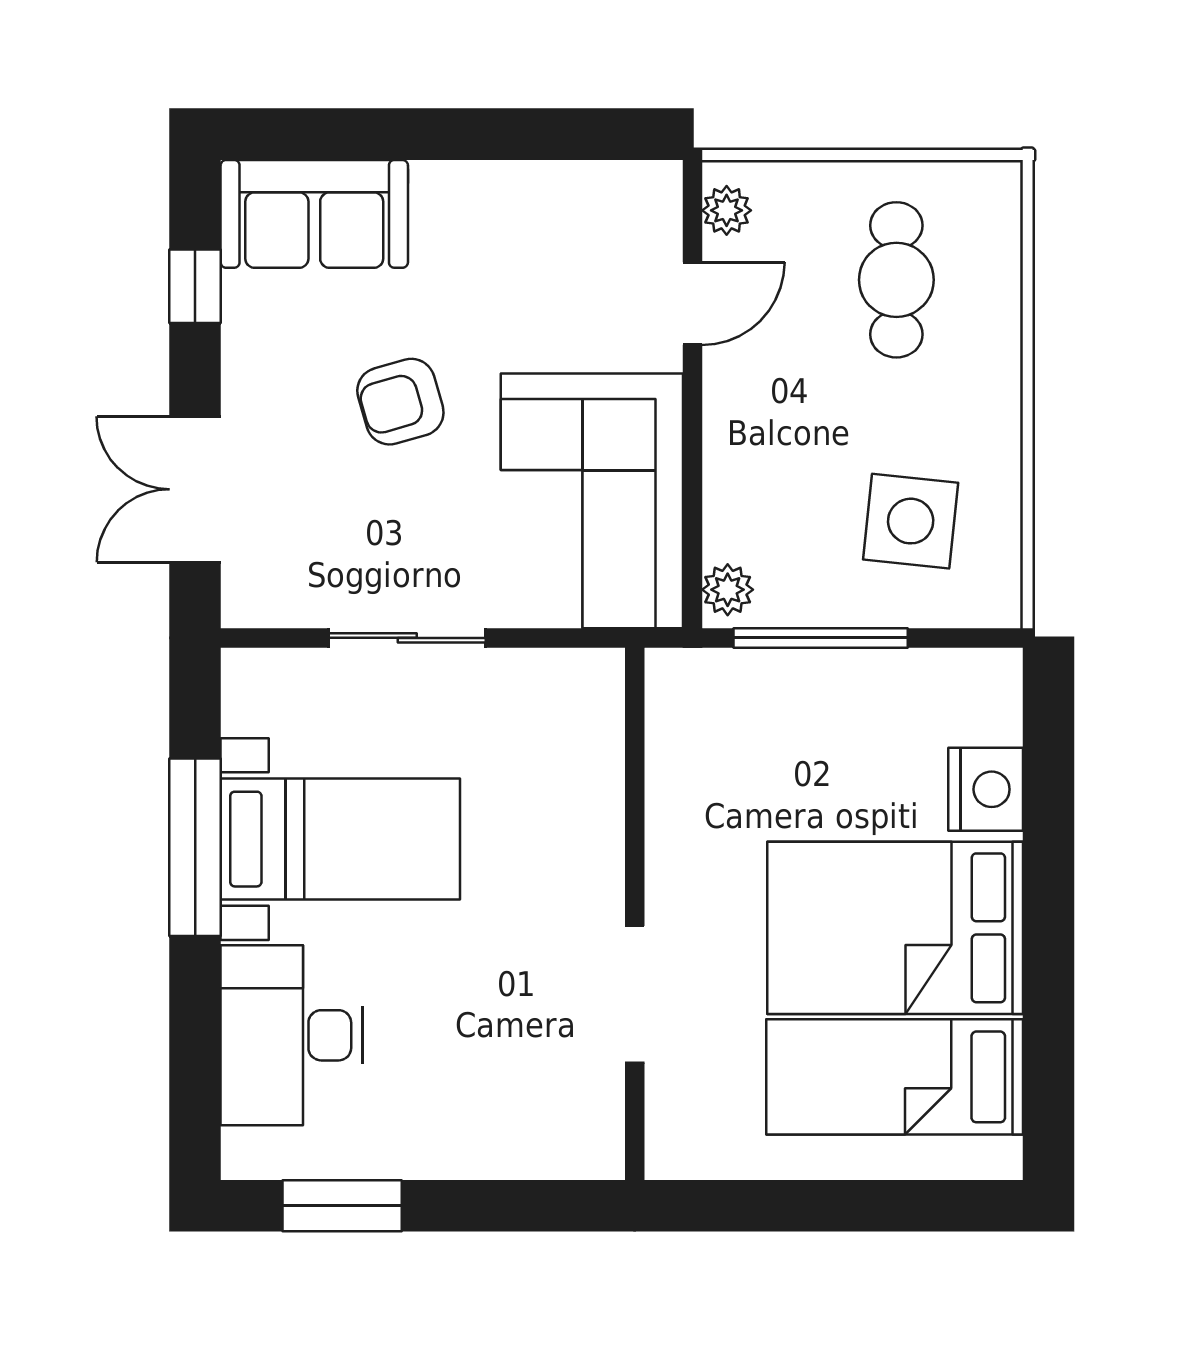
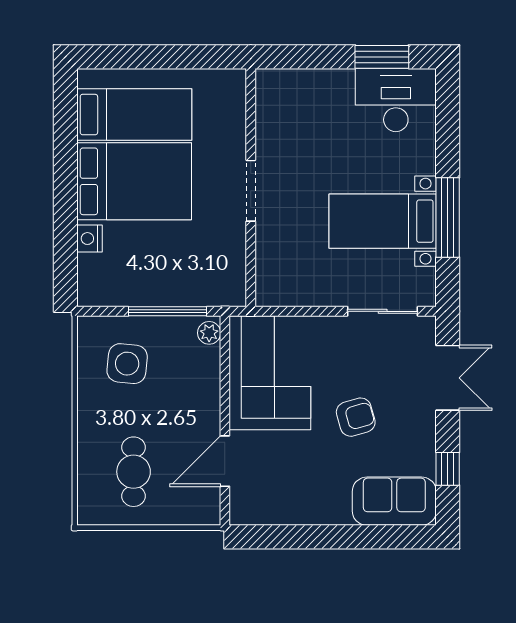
plant: (727, 210) -> (210, 503), removed
door: (692, 304) -> (225, 461), width x1.38
sliding door: (407, 638) -> (383, 311), moved
nightstand: (986, 789) -> (89, 239), width x0.74, depth x0.75
doorway: (635, 994) -> (251, 191), moved
desk: (292, 1035) -> (396, 100), moved, turned -90

